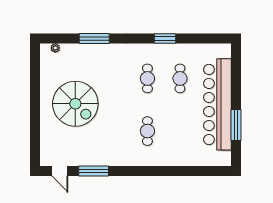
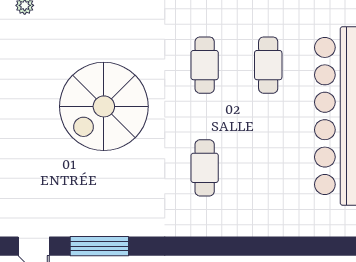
spiral stairs: (75, 104) -> (104, 106), moved, turned 90

